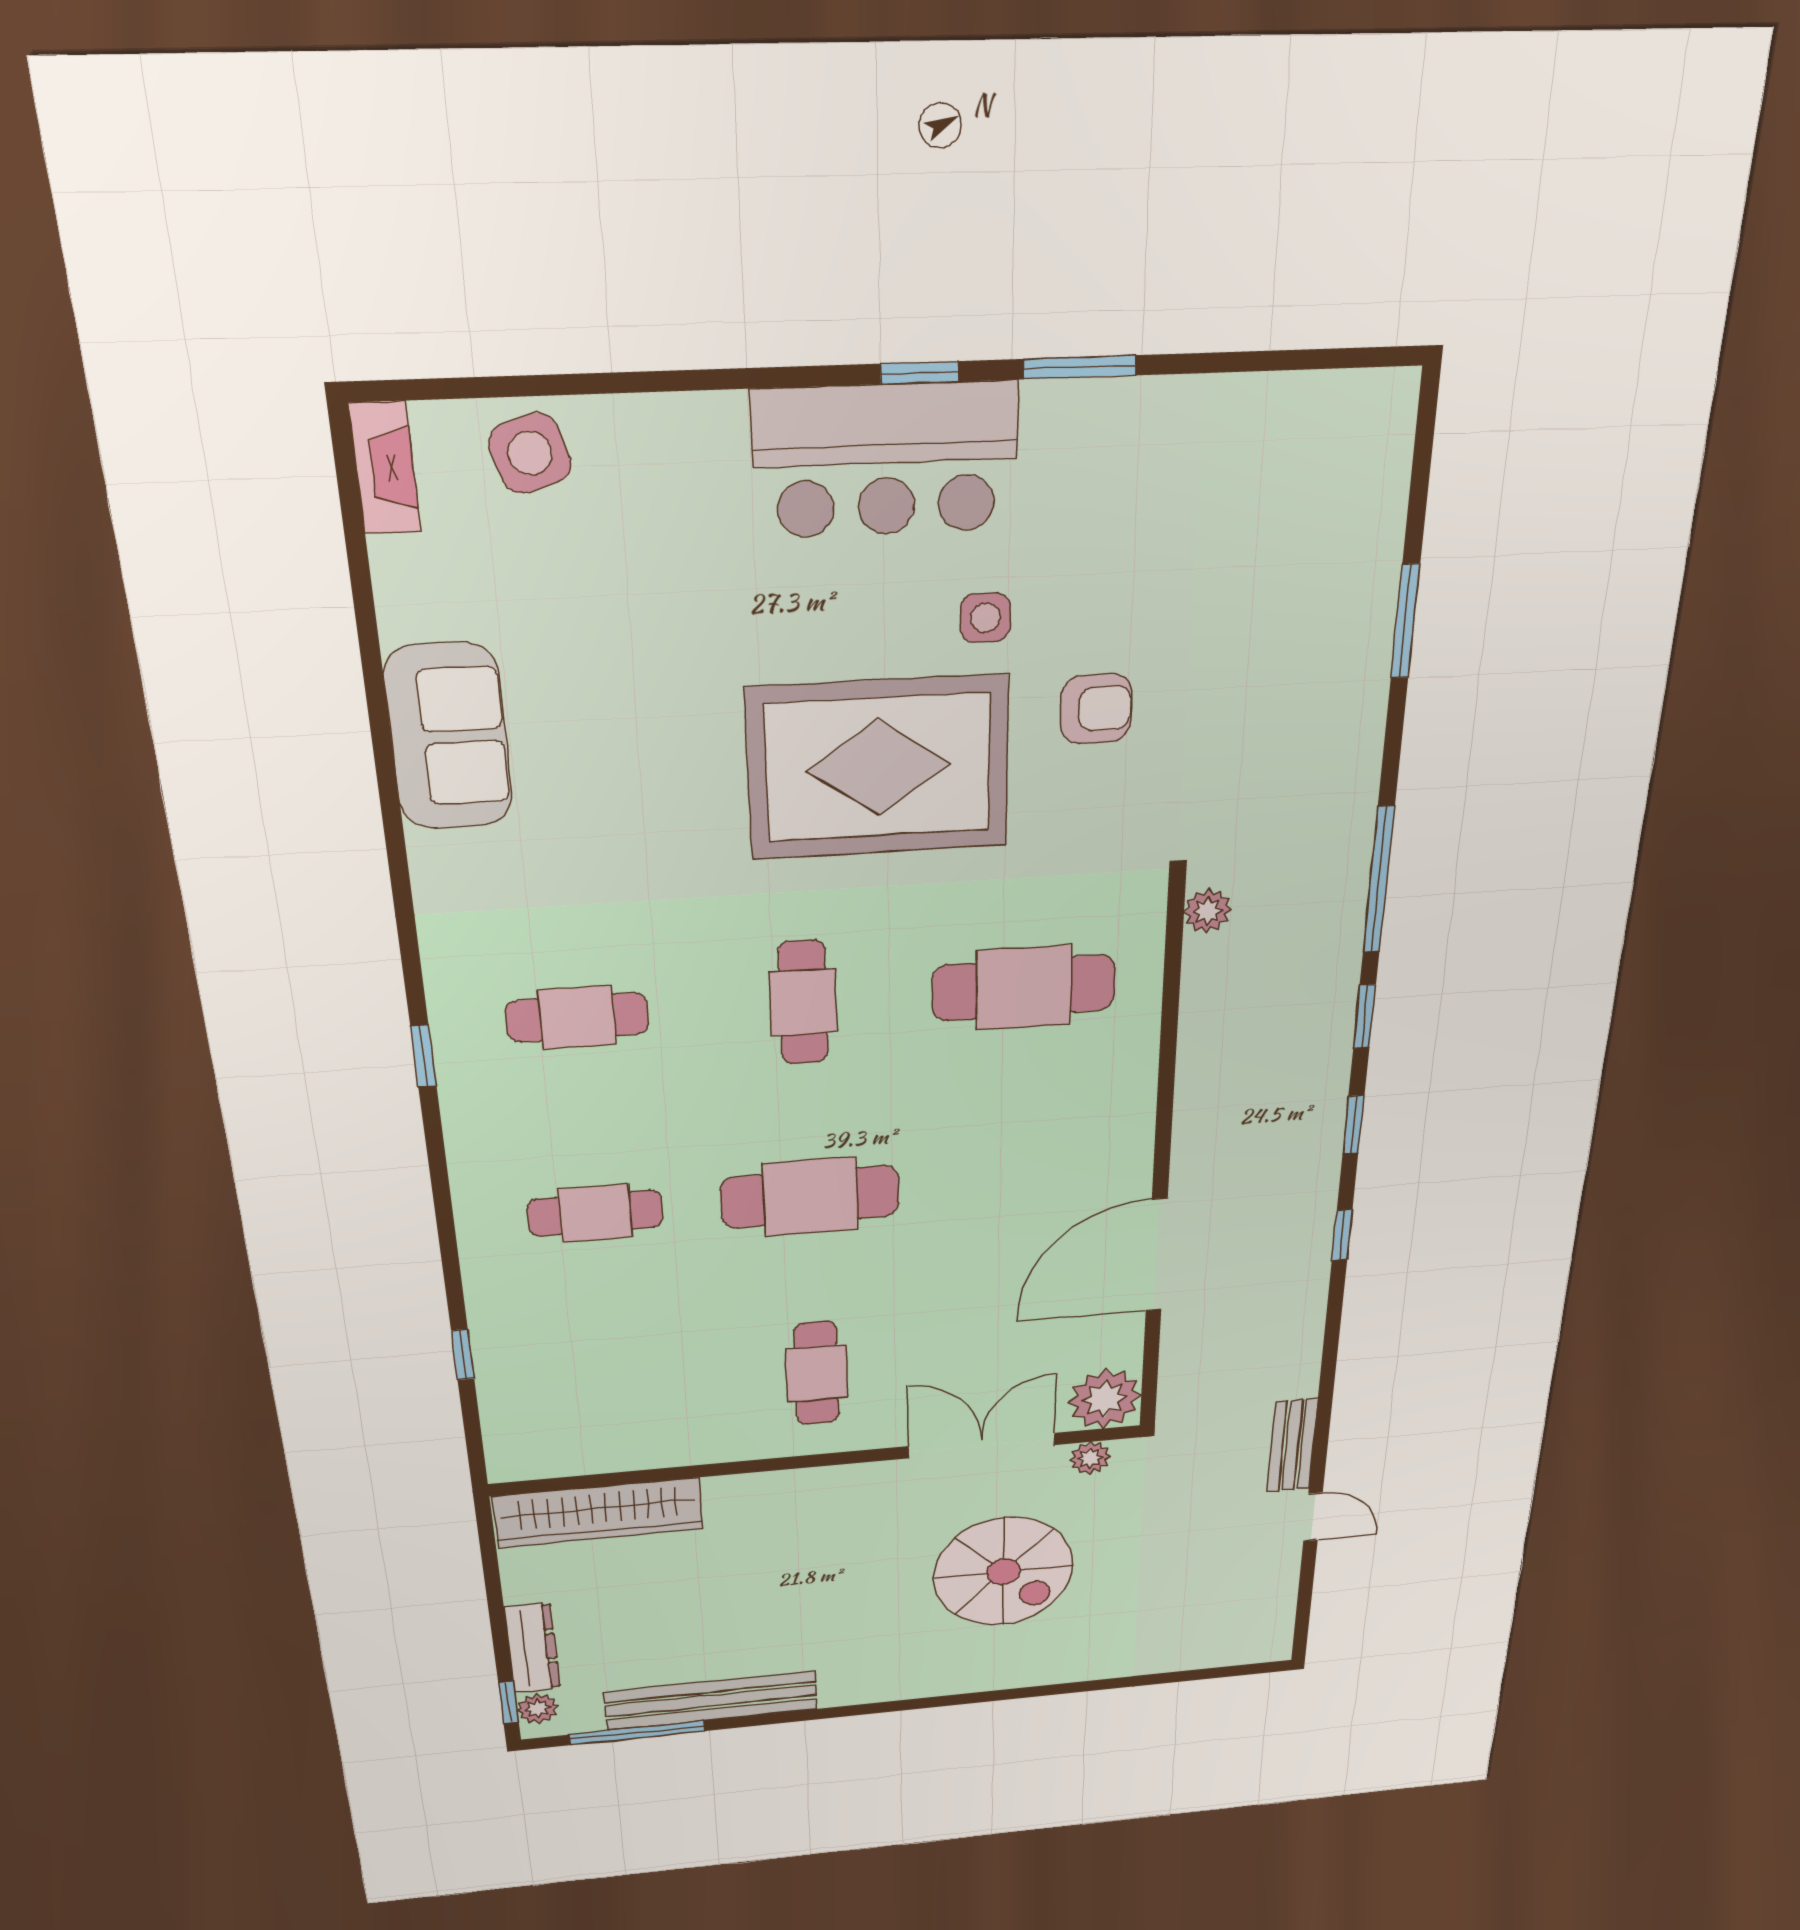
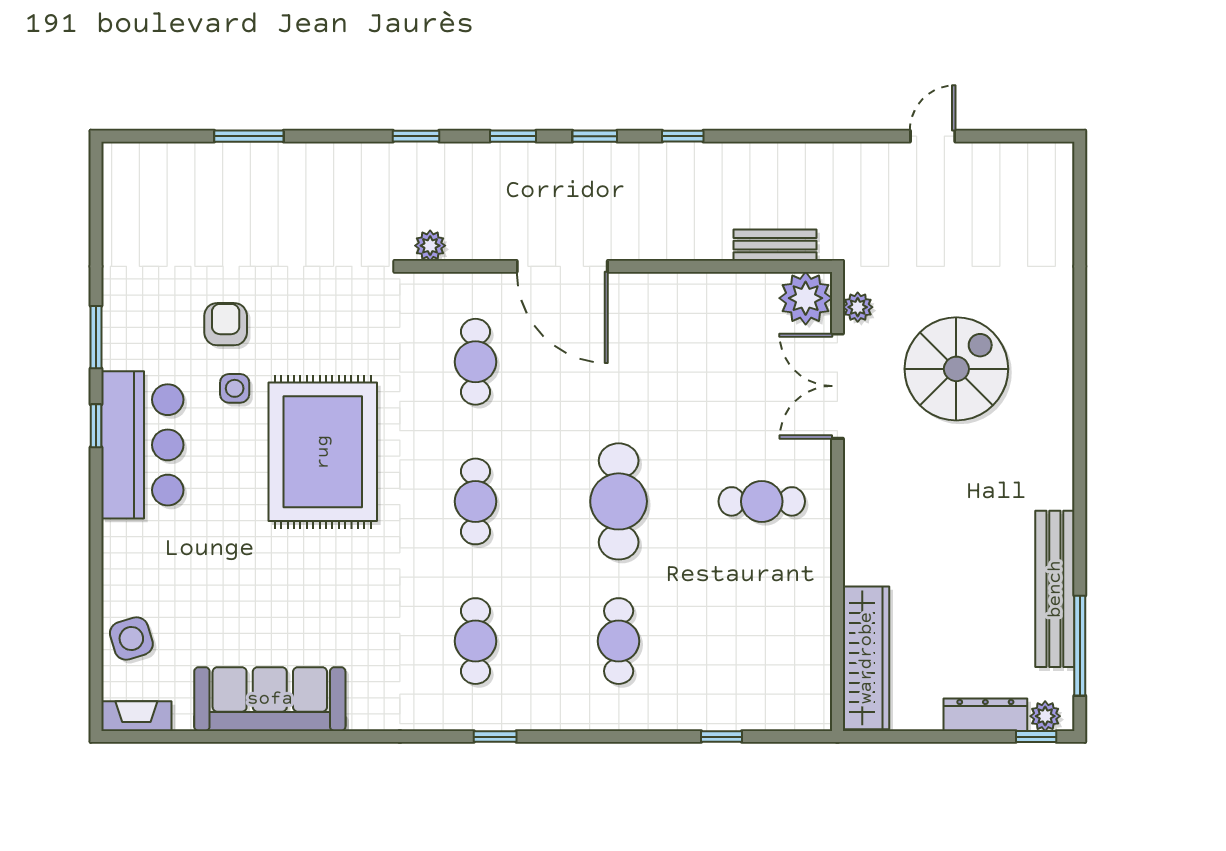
armchair: (1096, 709) -> (226, 324), moved
sofa: (449, 737) -> (270, 699), width x1.36
window: (1379, 880) -> (416, 136), width x0.46
cafe table: (1024, 988) -> (476, 362), width x0.73, depth x0.74
cafe table: (803, 1002) -> (476, 501), turned 90
door: (1157, 1255) -> (562, 266), moved
bench: (1292, 1445) -> (775, 245), moved

